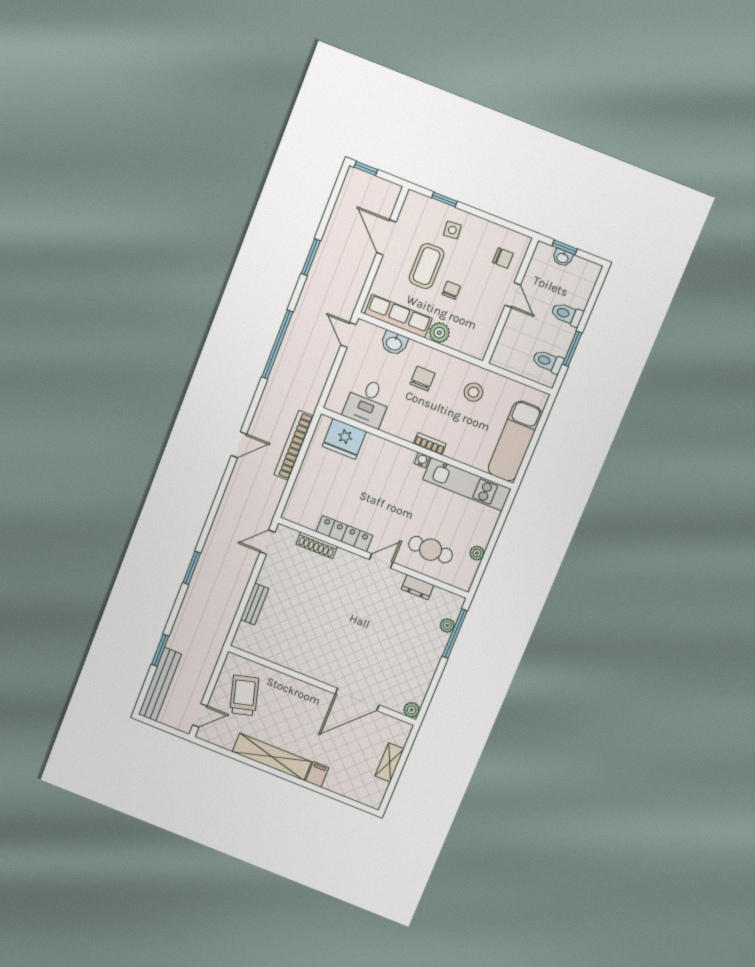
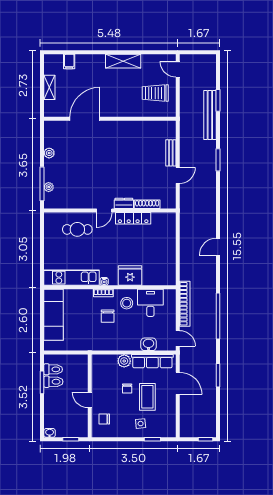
door: (386, 237) -> (178, 383), moved
washbasin: (562, 258) -> (50, 433), moved
toilet: (567, 314) -> (53, 382), moved
chair: (423, 379) -> (108, 316), moved
stool: (473, 392) -> (127, 303), moved
fridge: (344, 439) -> (130, 276), moved
bookcase: (294, 445) -> (185, 304), moved
door: (267, 542) -> (178, 175), moved
plant: (477, 553) -> (49, 239), removed
dresser: (418, 587) -> (124, 203), moved
bench: (160, 684) -> (210, 115), moved
trolley: (244, 695) -> (155, 93), turned 105
plant: (412, 710) -> (49, 153), moved
door: (200, 715) -> (178, 69), hinge flipped
shelving: (272, 757) -> (123, 61), width x0.68
filing cabinet: (317, 774) -> (69, 62), moved

